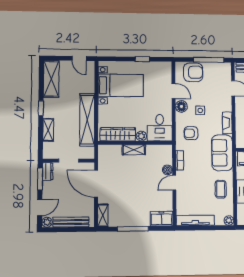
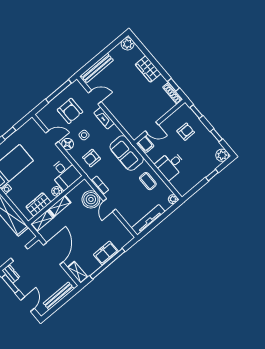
armchair: (193, 72) -> (70, 111), moved, turned 90
fireplace: (227, 123) -> (104, 118), moved
wardrobe: (118, 134) -> (38, 204), width x0.67
shelving: (110, 150) -> (42, 221), added
boiler: (167, 170) -> (91, 199), width x1.86, depth x1.86
door: (96, 184) -> (53, 254), swing flipped
freezer: (162, 219) -> (106, 253), moved
plant: (47, 222) -> (42, 310), removed
window: (133, 229) -> (107, 264), width x1.46

